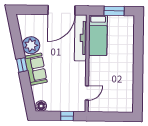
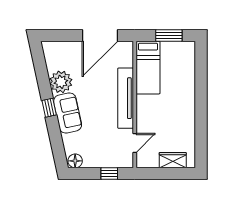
tv unit: (81, 38) -> (126, 98), moved
wardrobe: (116, 106) -> (173, 160), added

